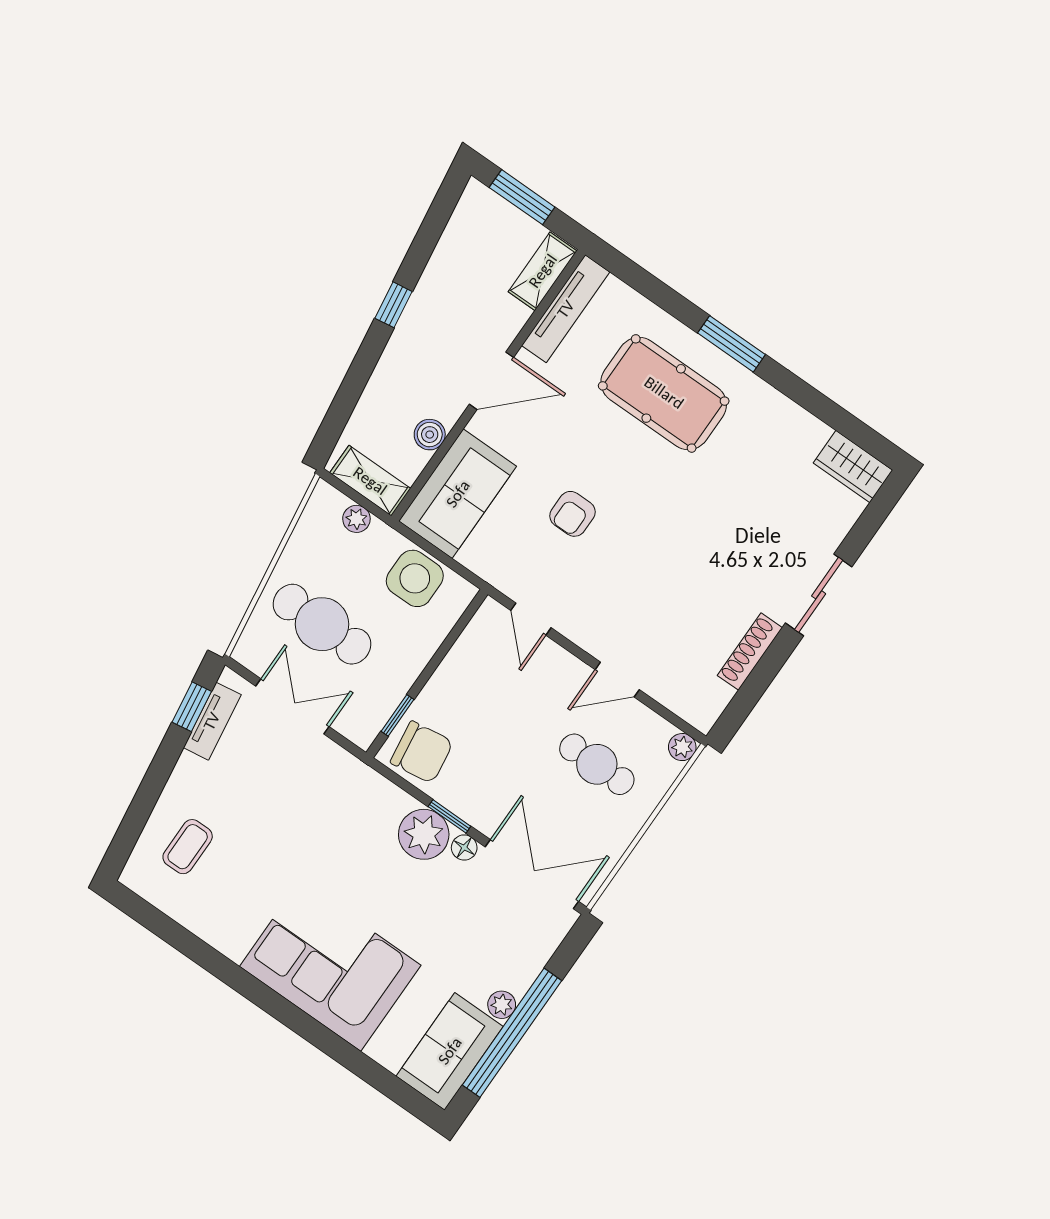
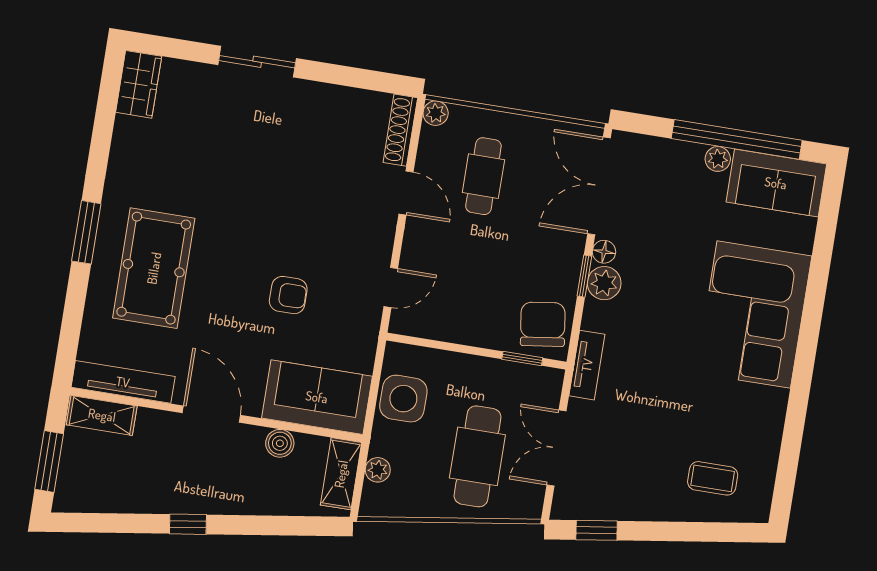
shoe rack: (750, 652) -> (400, 130), moved, turned 90
tv unit: (212, 721) -> (587, 365), moved, turned 98
plant: (424, 834) -> (604, 283), width x0.73, depth x0.73

